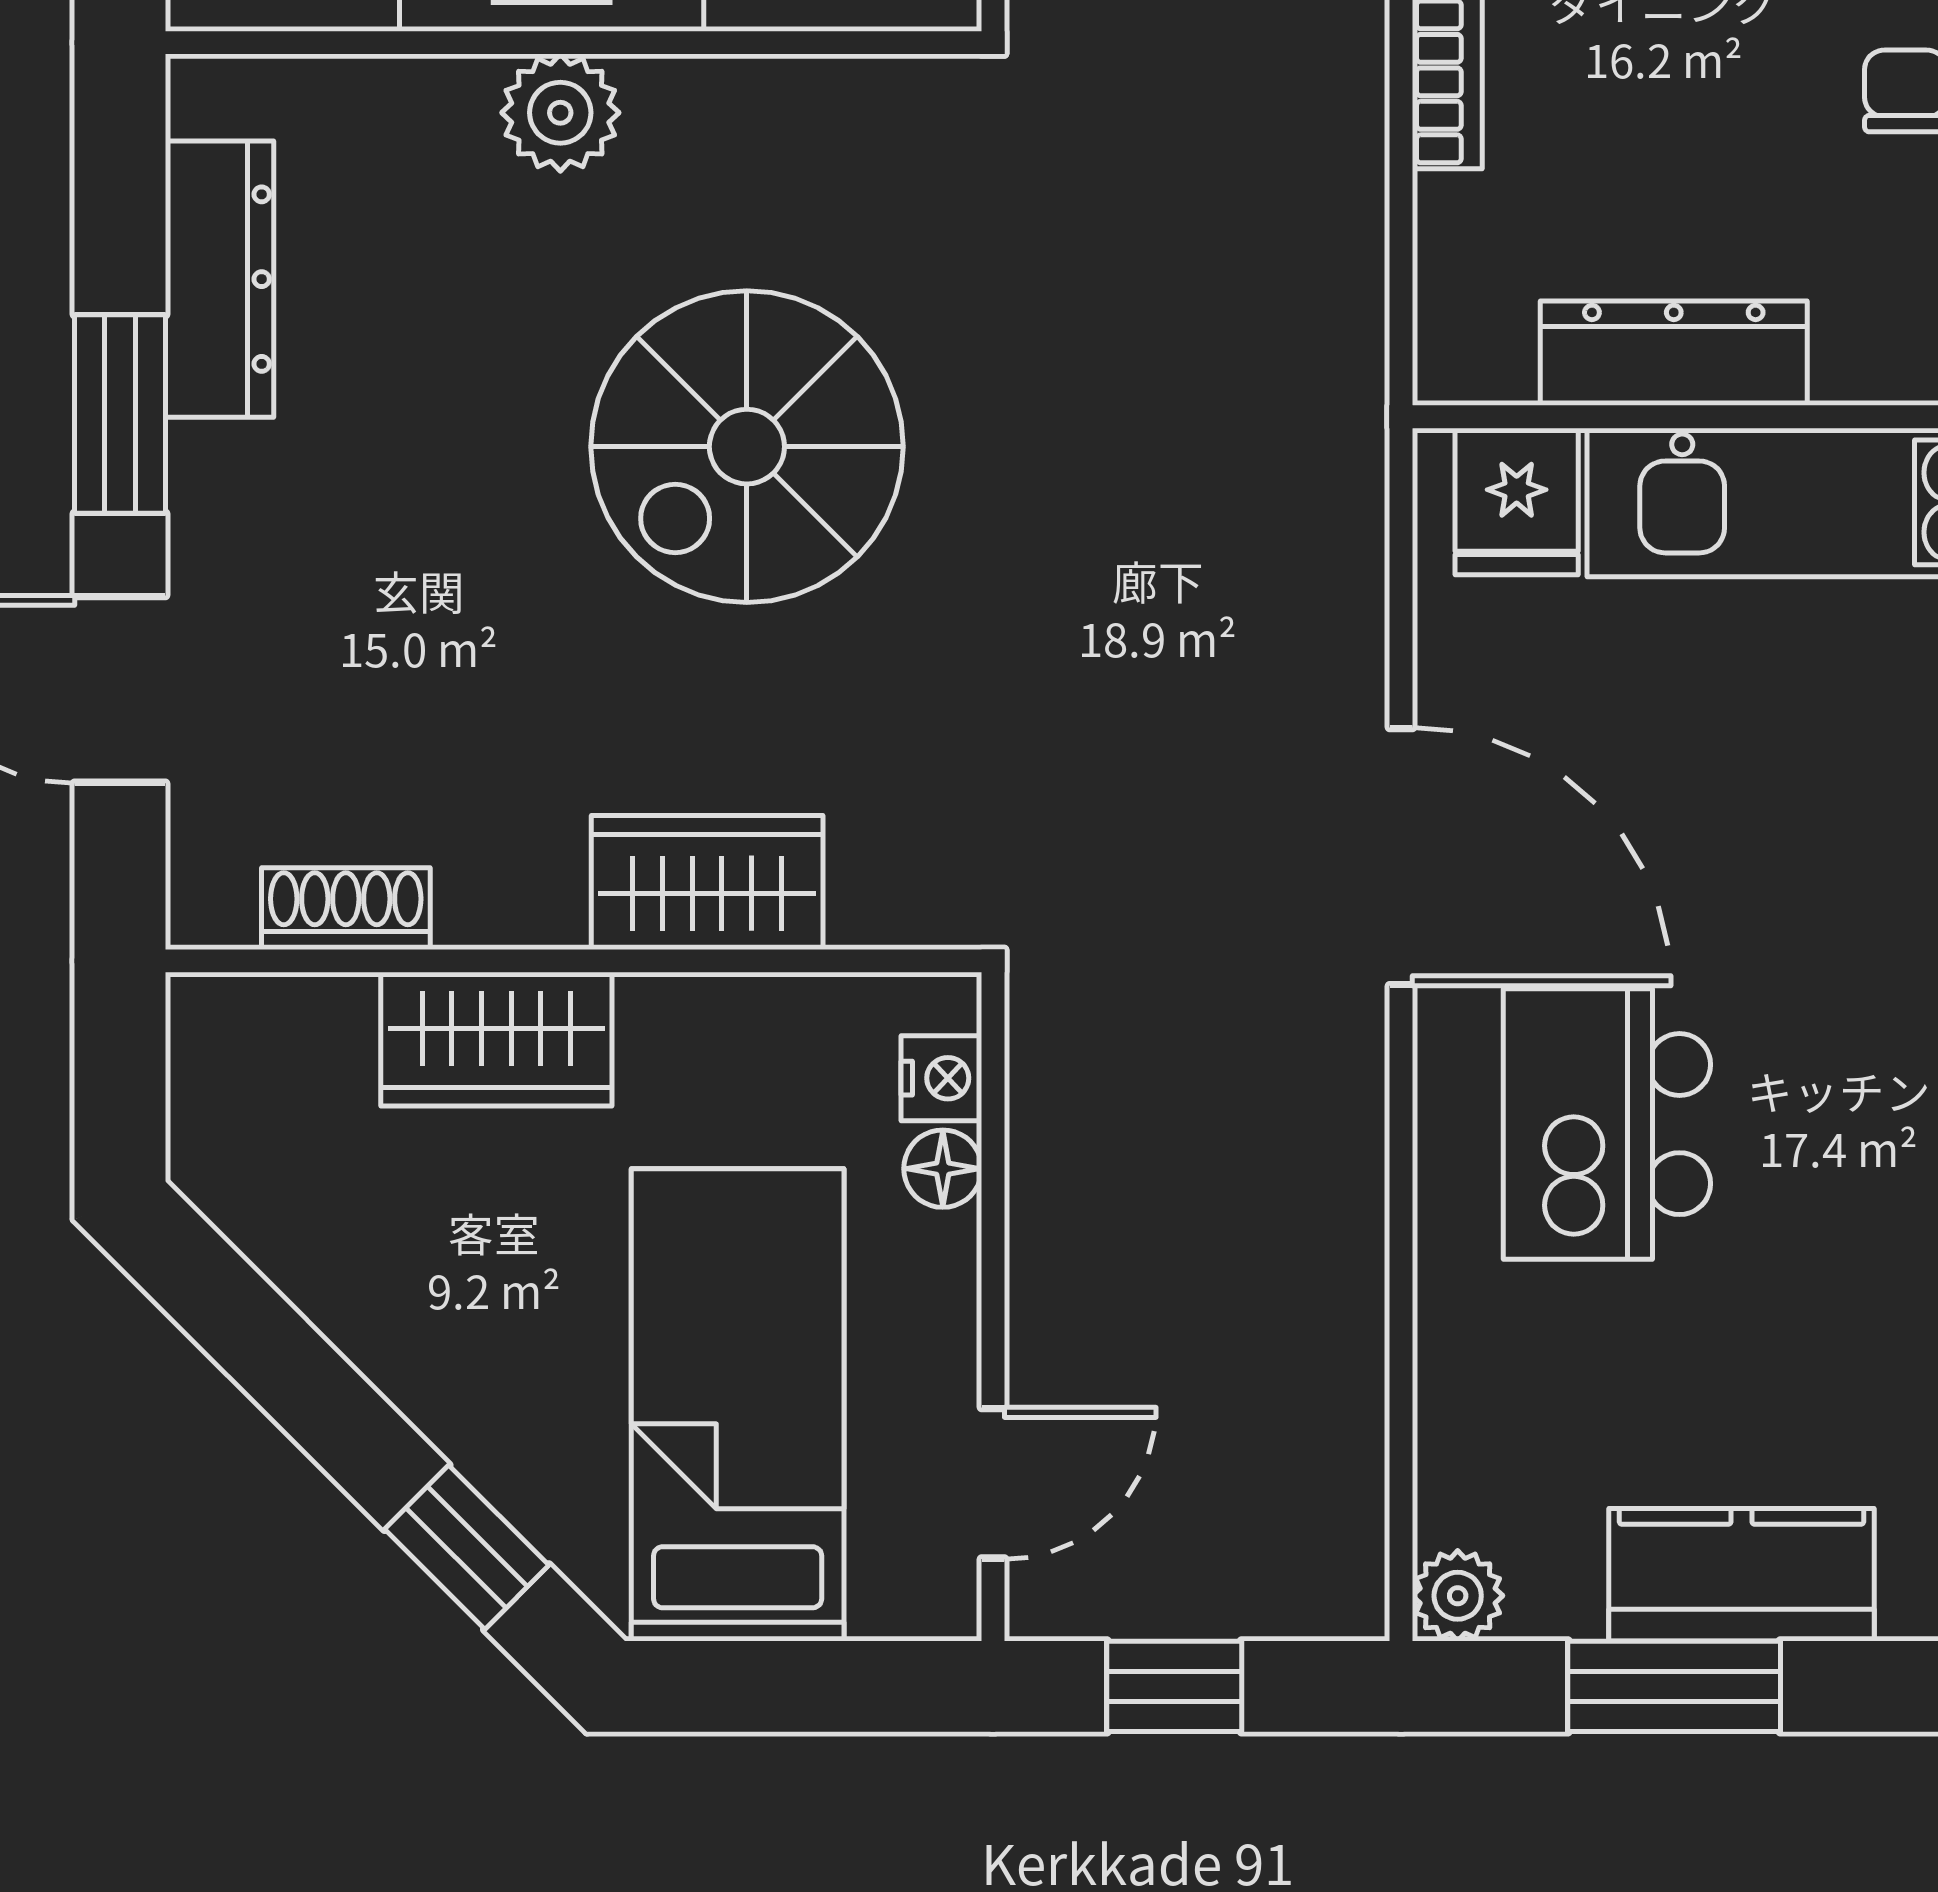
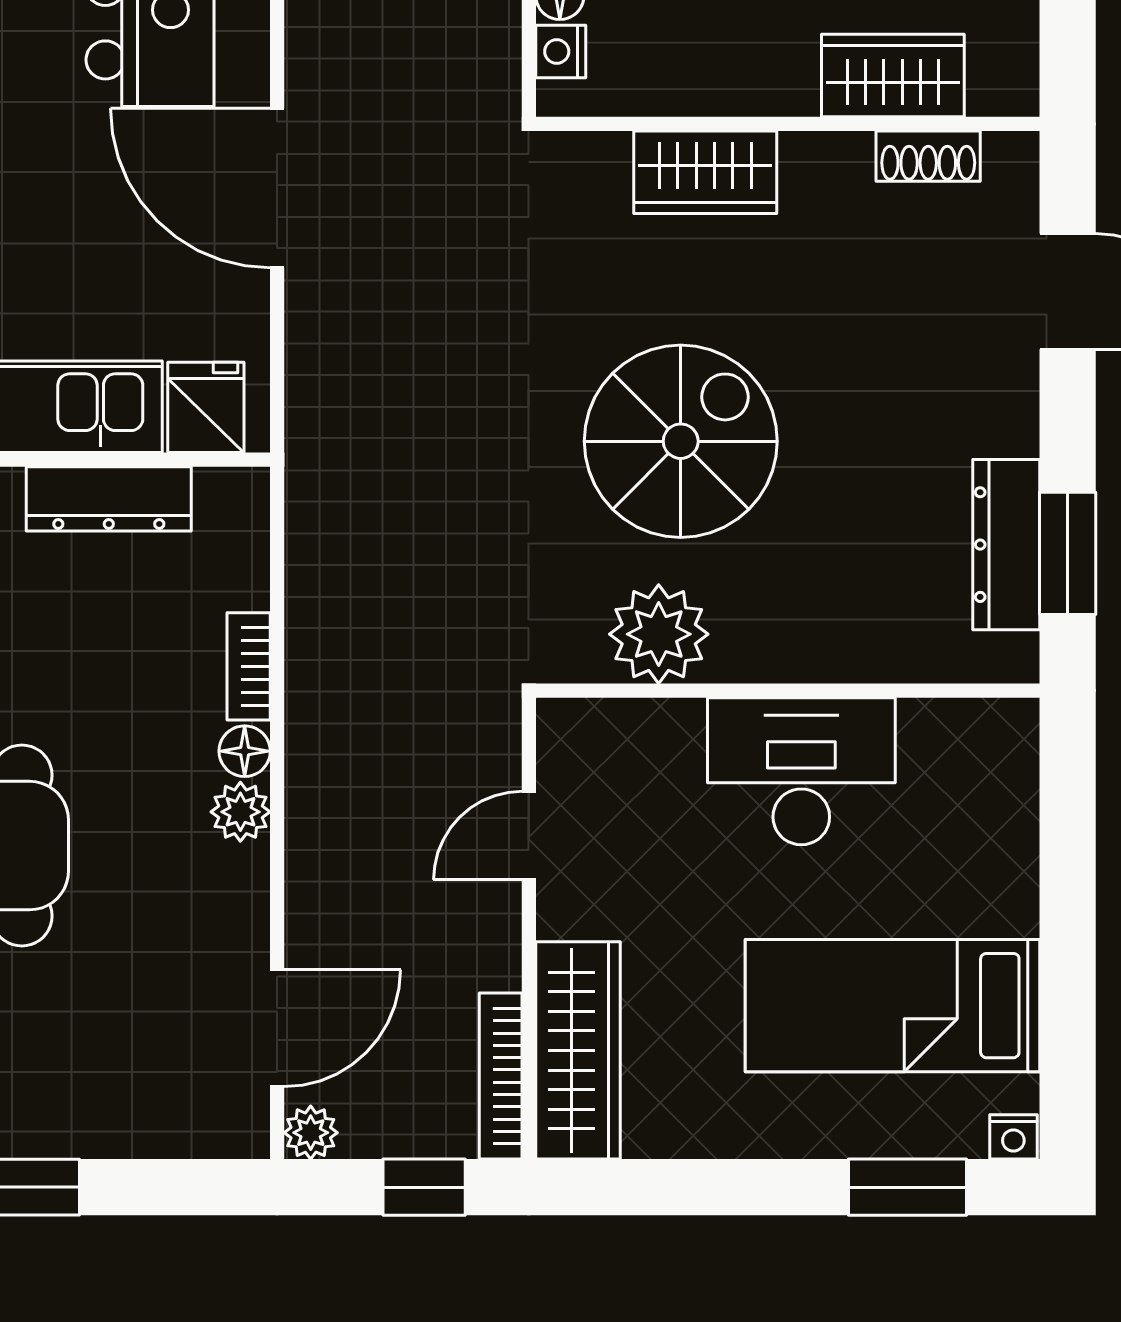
plant: (560, 113) -> (659, 634), moved, width x1.36, depth x1.36
window: (120, 414) -> (1068, 553), moved
wardrobe: (496, 1039) -> (893, 76), moved

